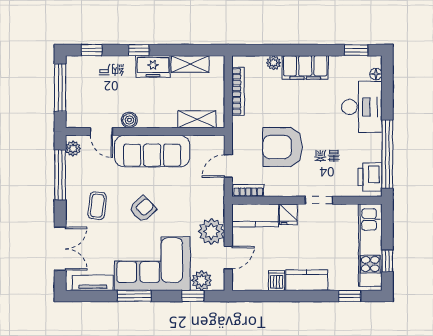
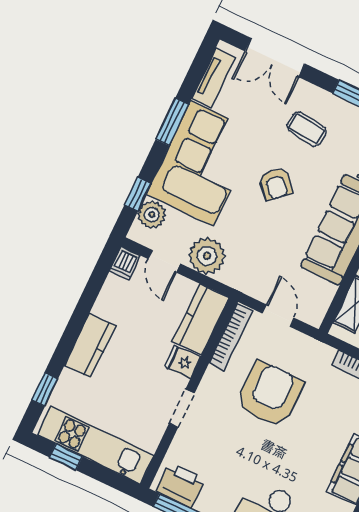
bookcase: (248, 190) -> (231, 337), width x1.56
dishwasher: (277, 281) -> (125, 263), moved, turned 90

